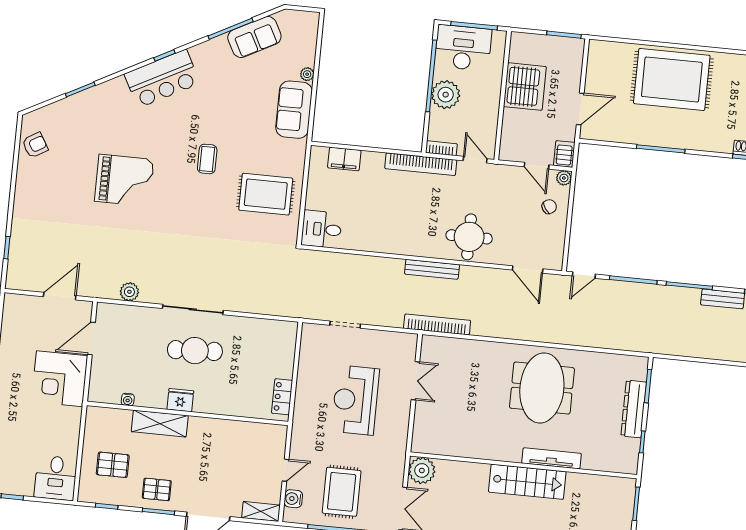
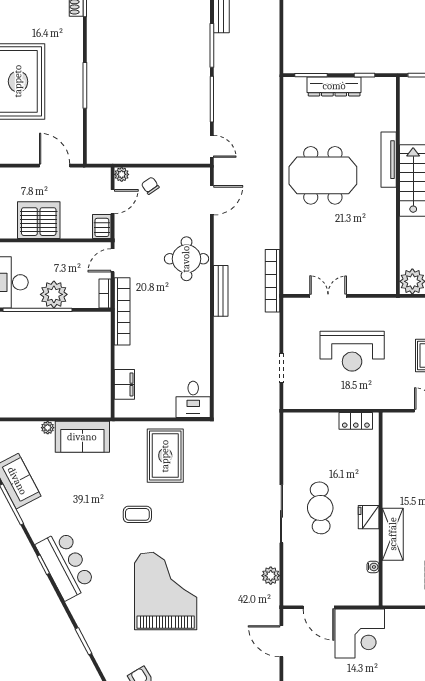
server rack: (564, 154) -> (102, 226), moved, turned 90
grand piano: (124, 180) -> (166, 591), width x1.37, depth x1.48

